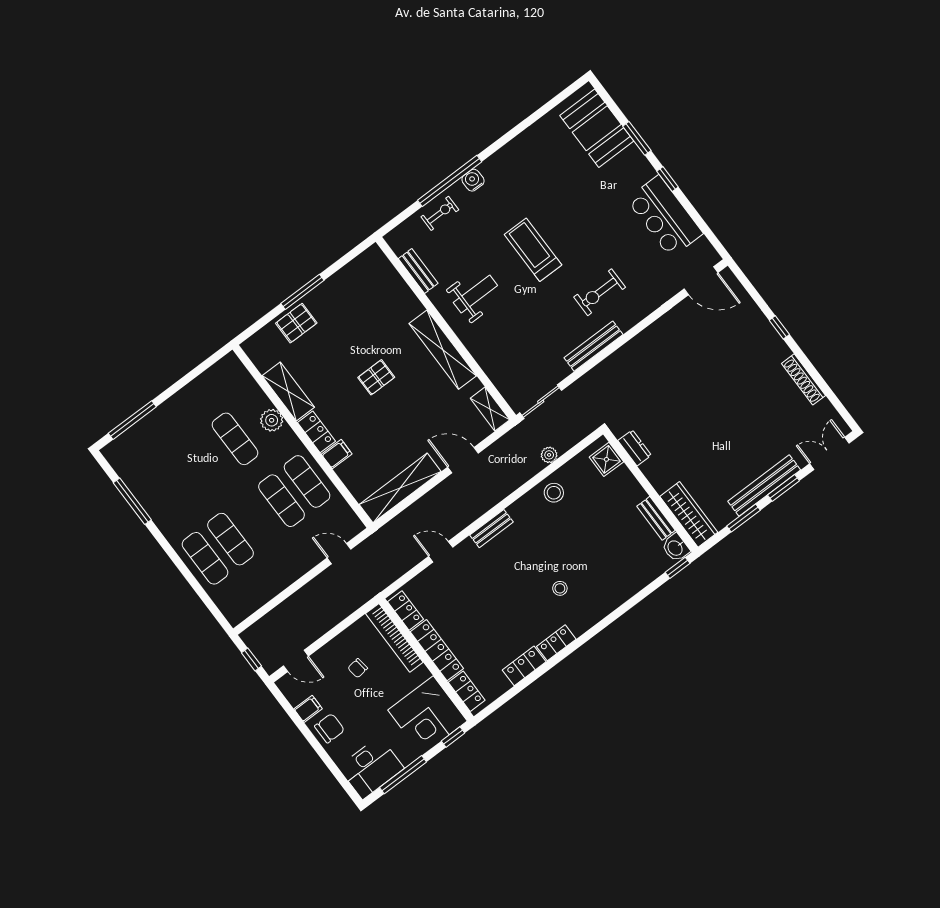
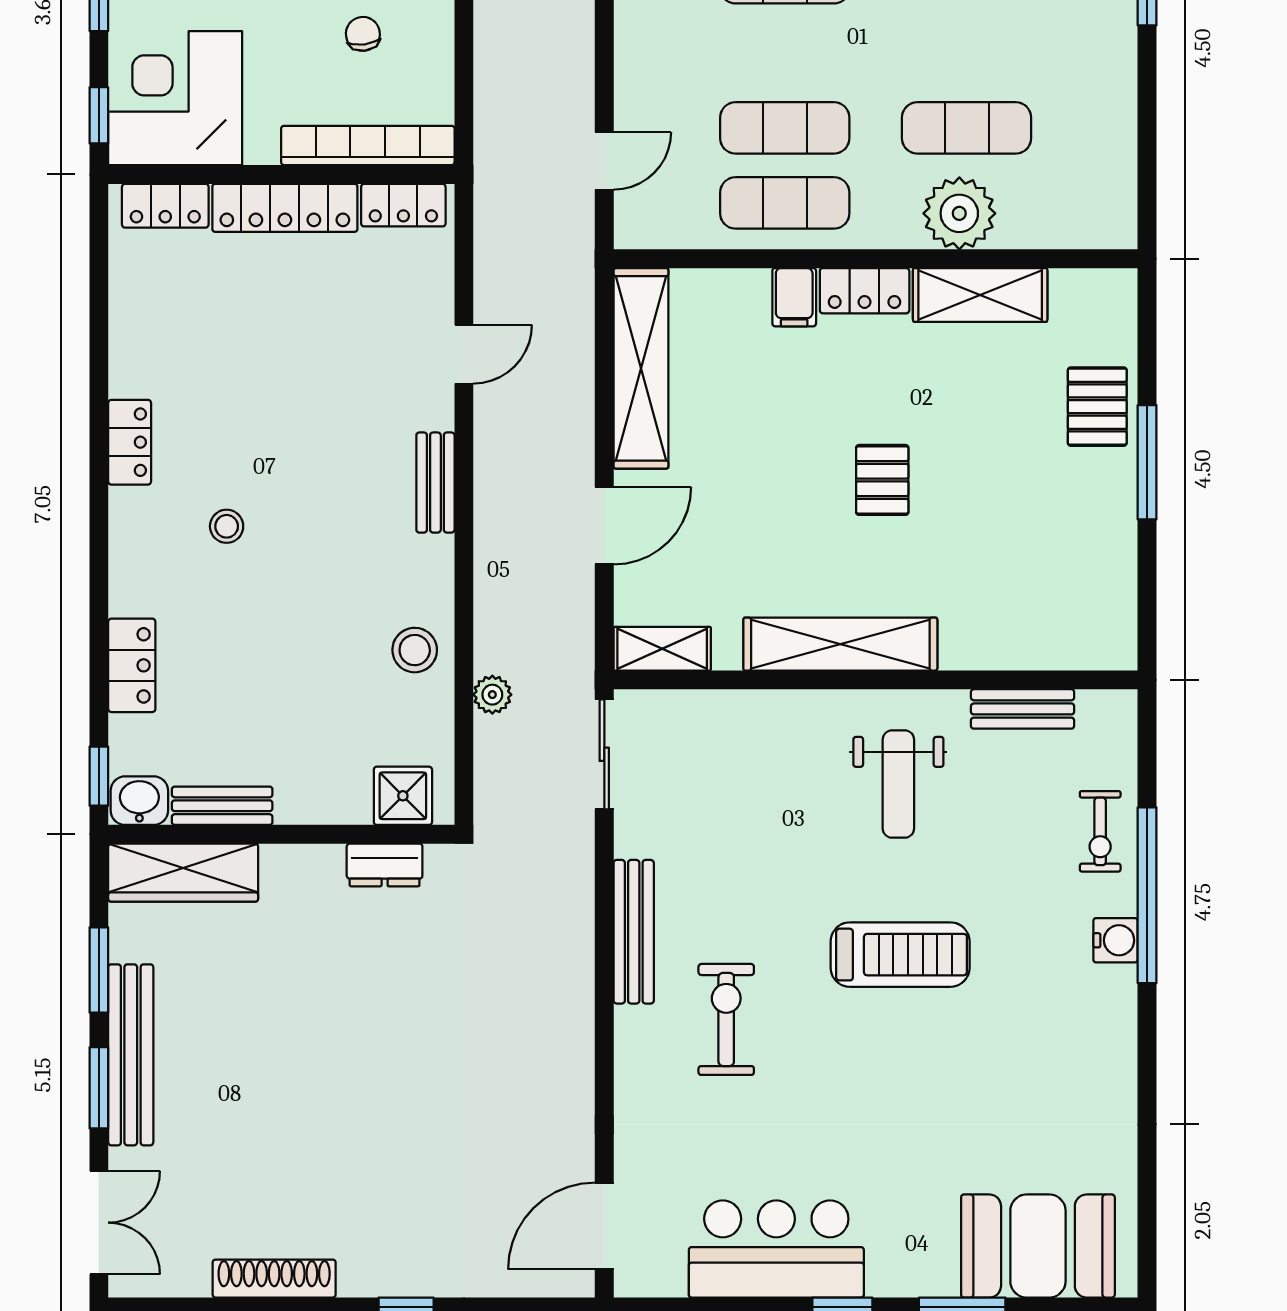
plant: (272, 420) -> (959, 213), width x1.36, depth x1.36
locker: (524, 666) -> (132, 665), moved

